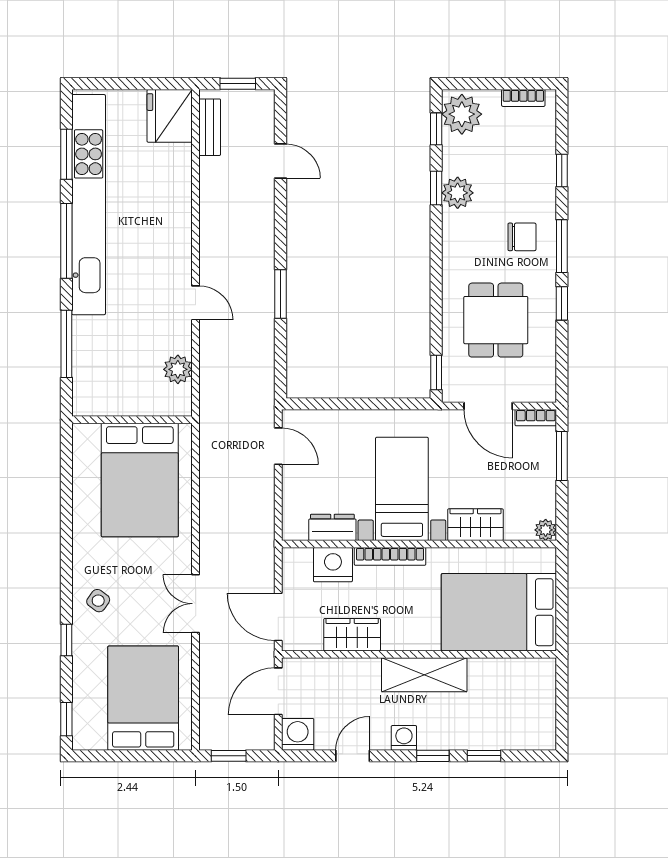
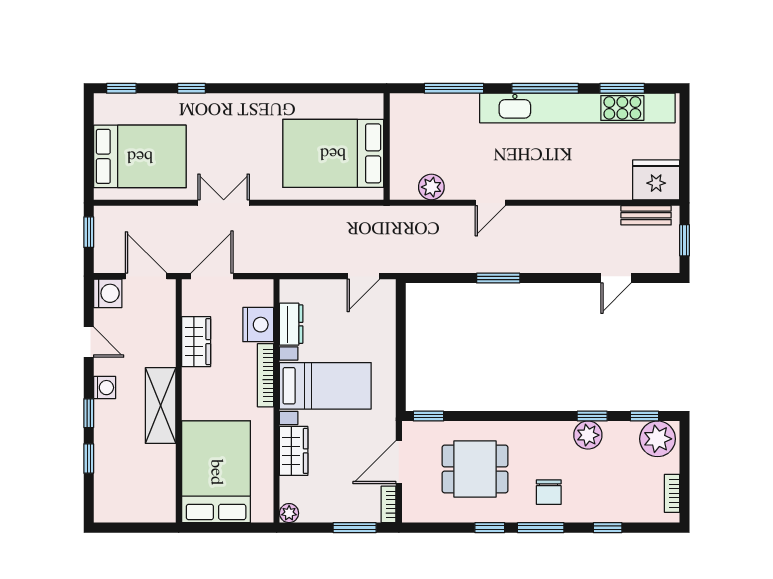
side table: (98, 601) -> (226, 116), removed

